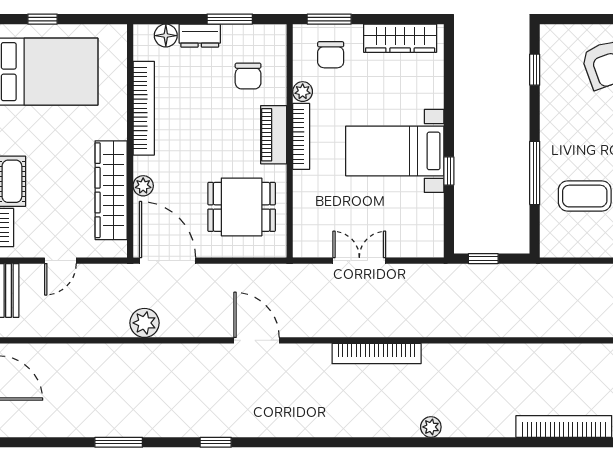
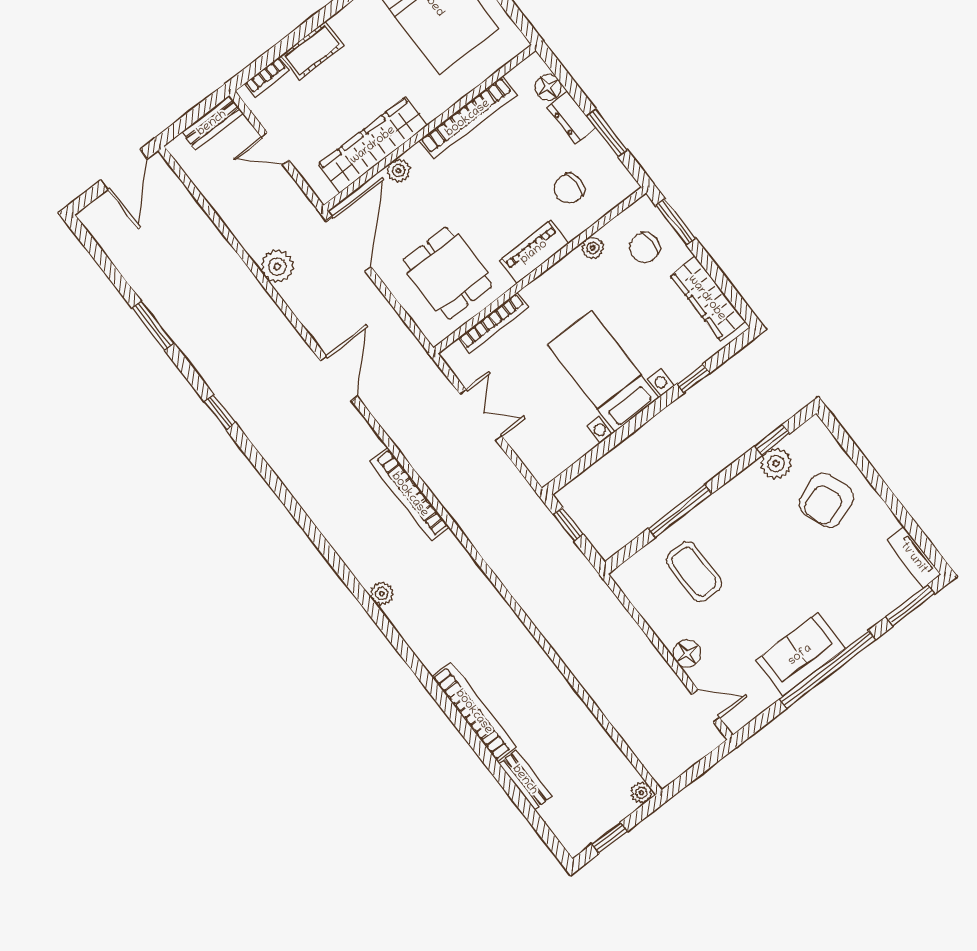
plant: (553, 80) -> (776, 464), added
bookcase: (301, 136) -> (493, 323), moved
window: (449, 171) -> (693, 378), moved

